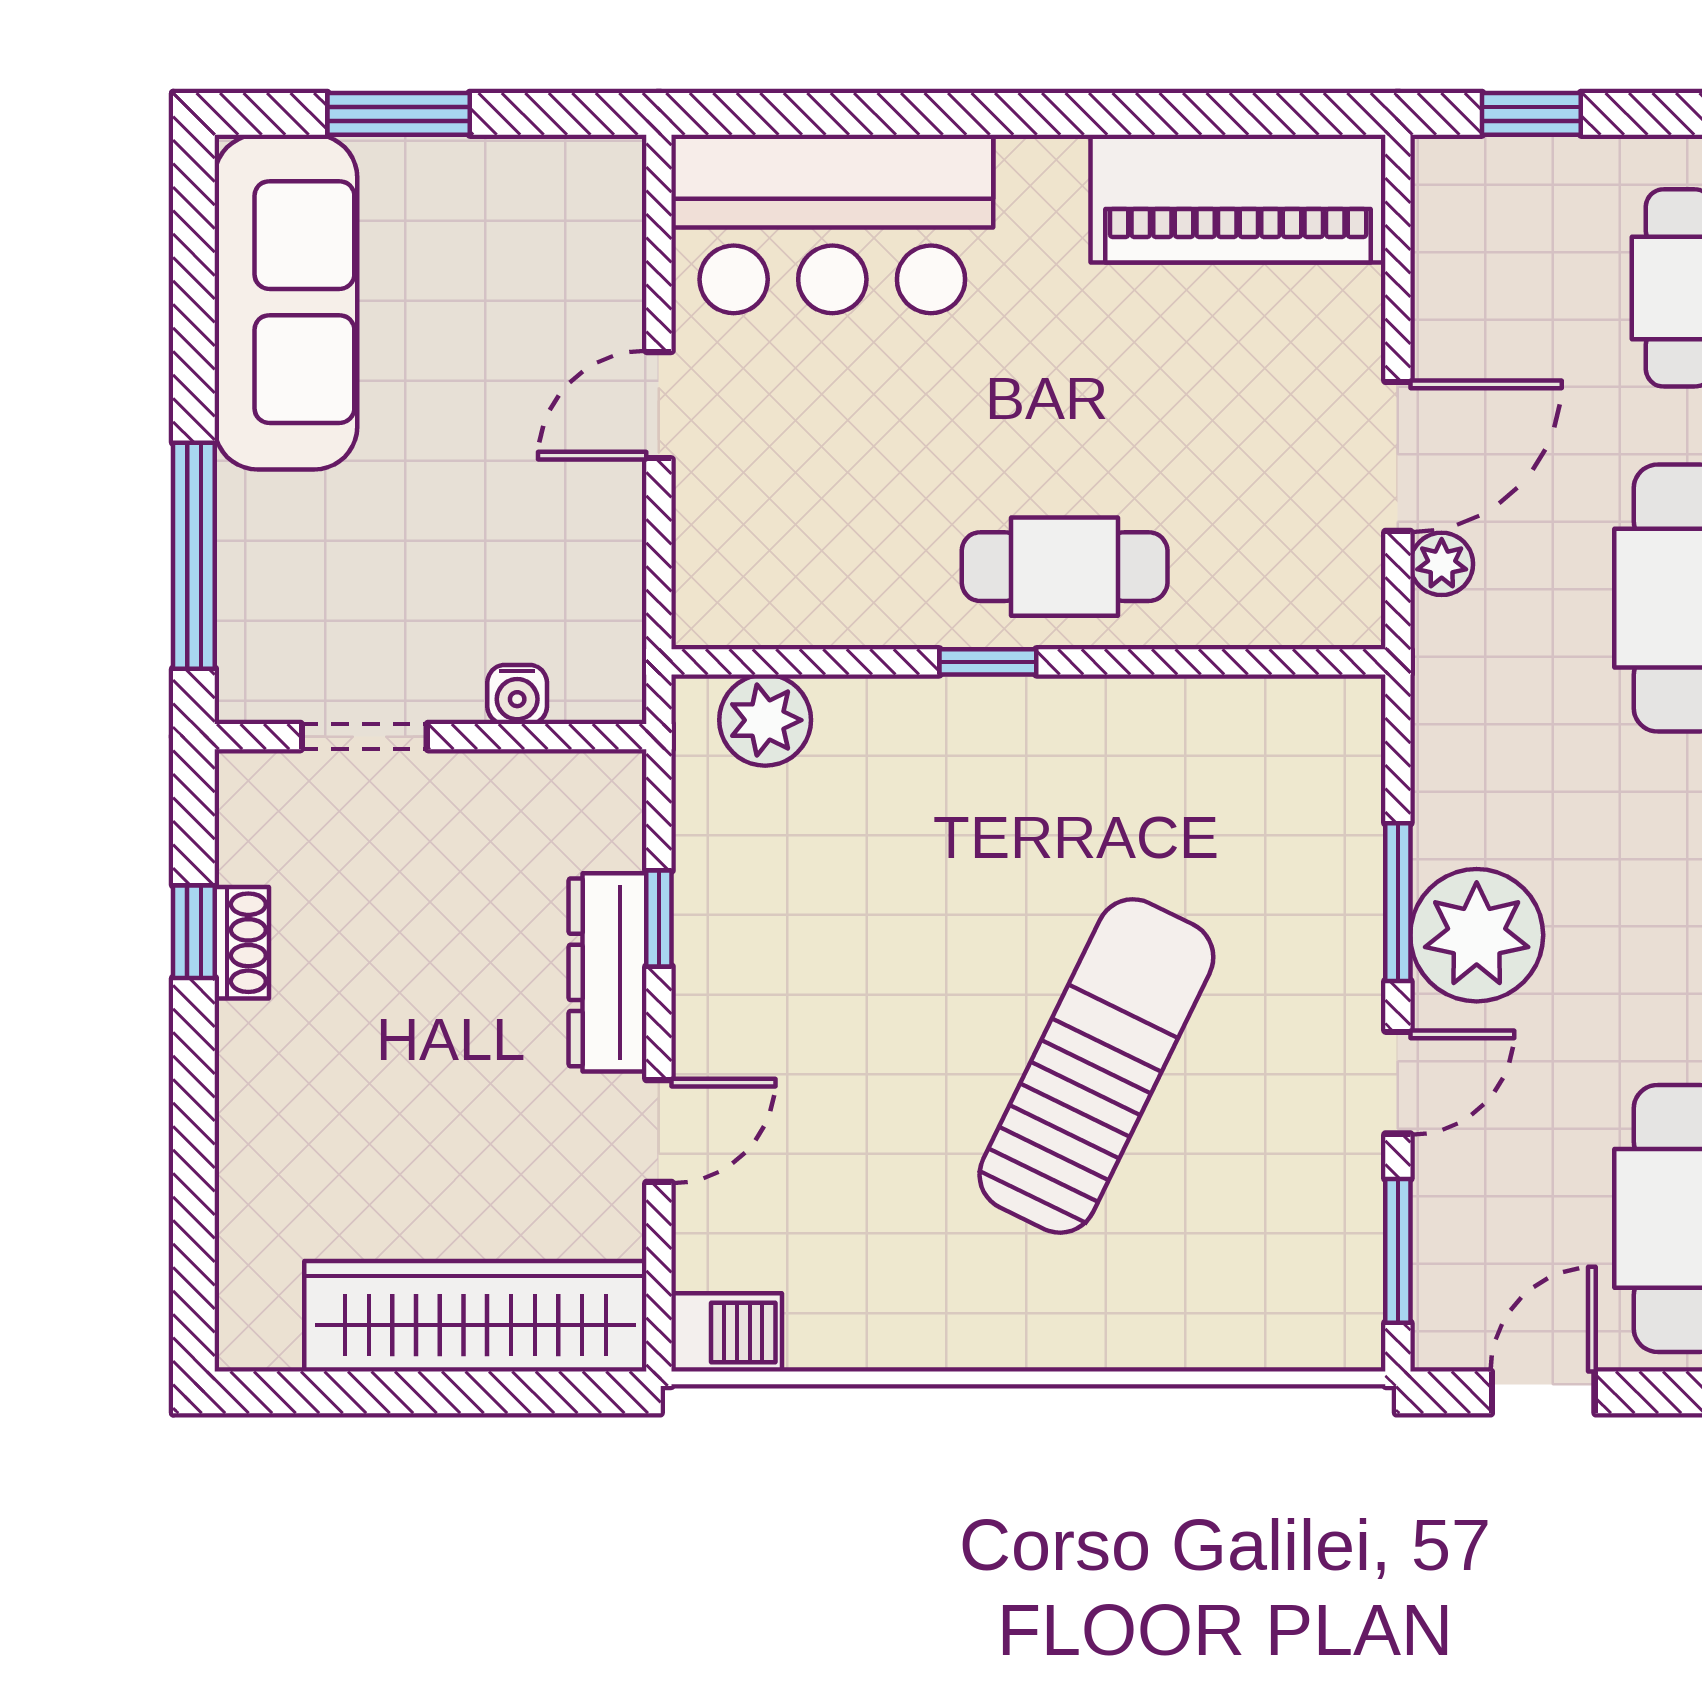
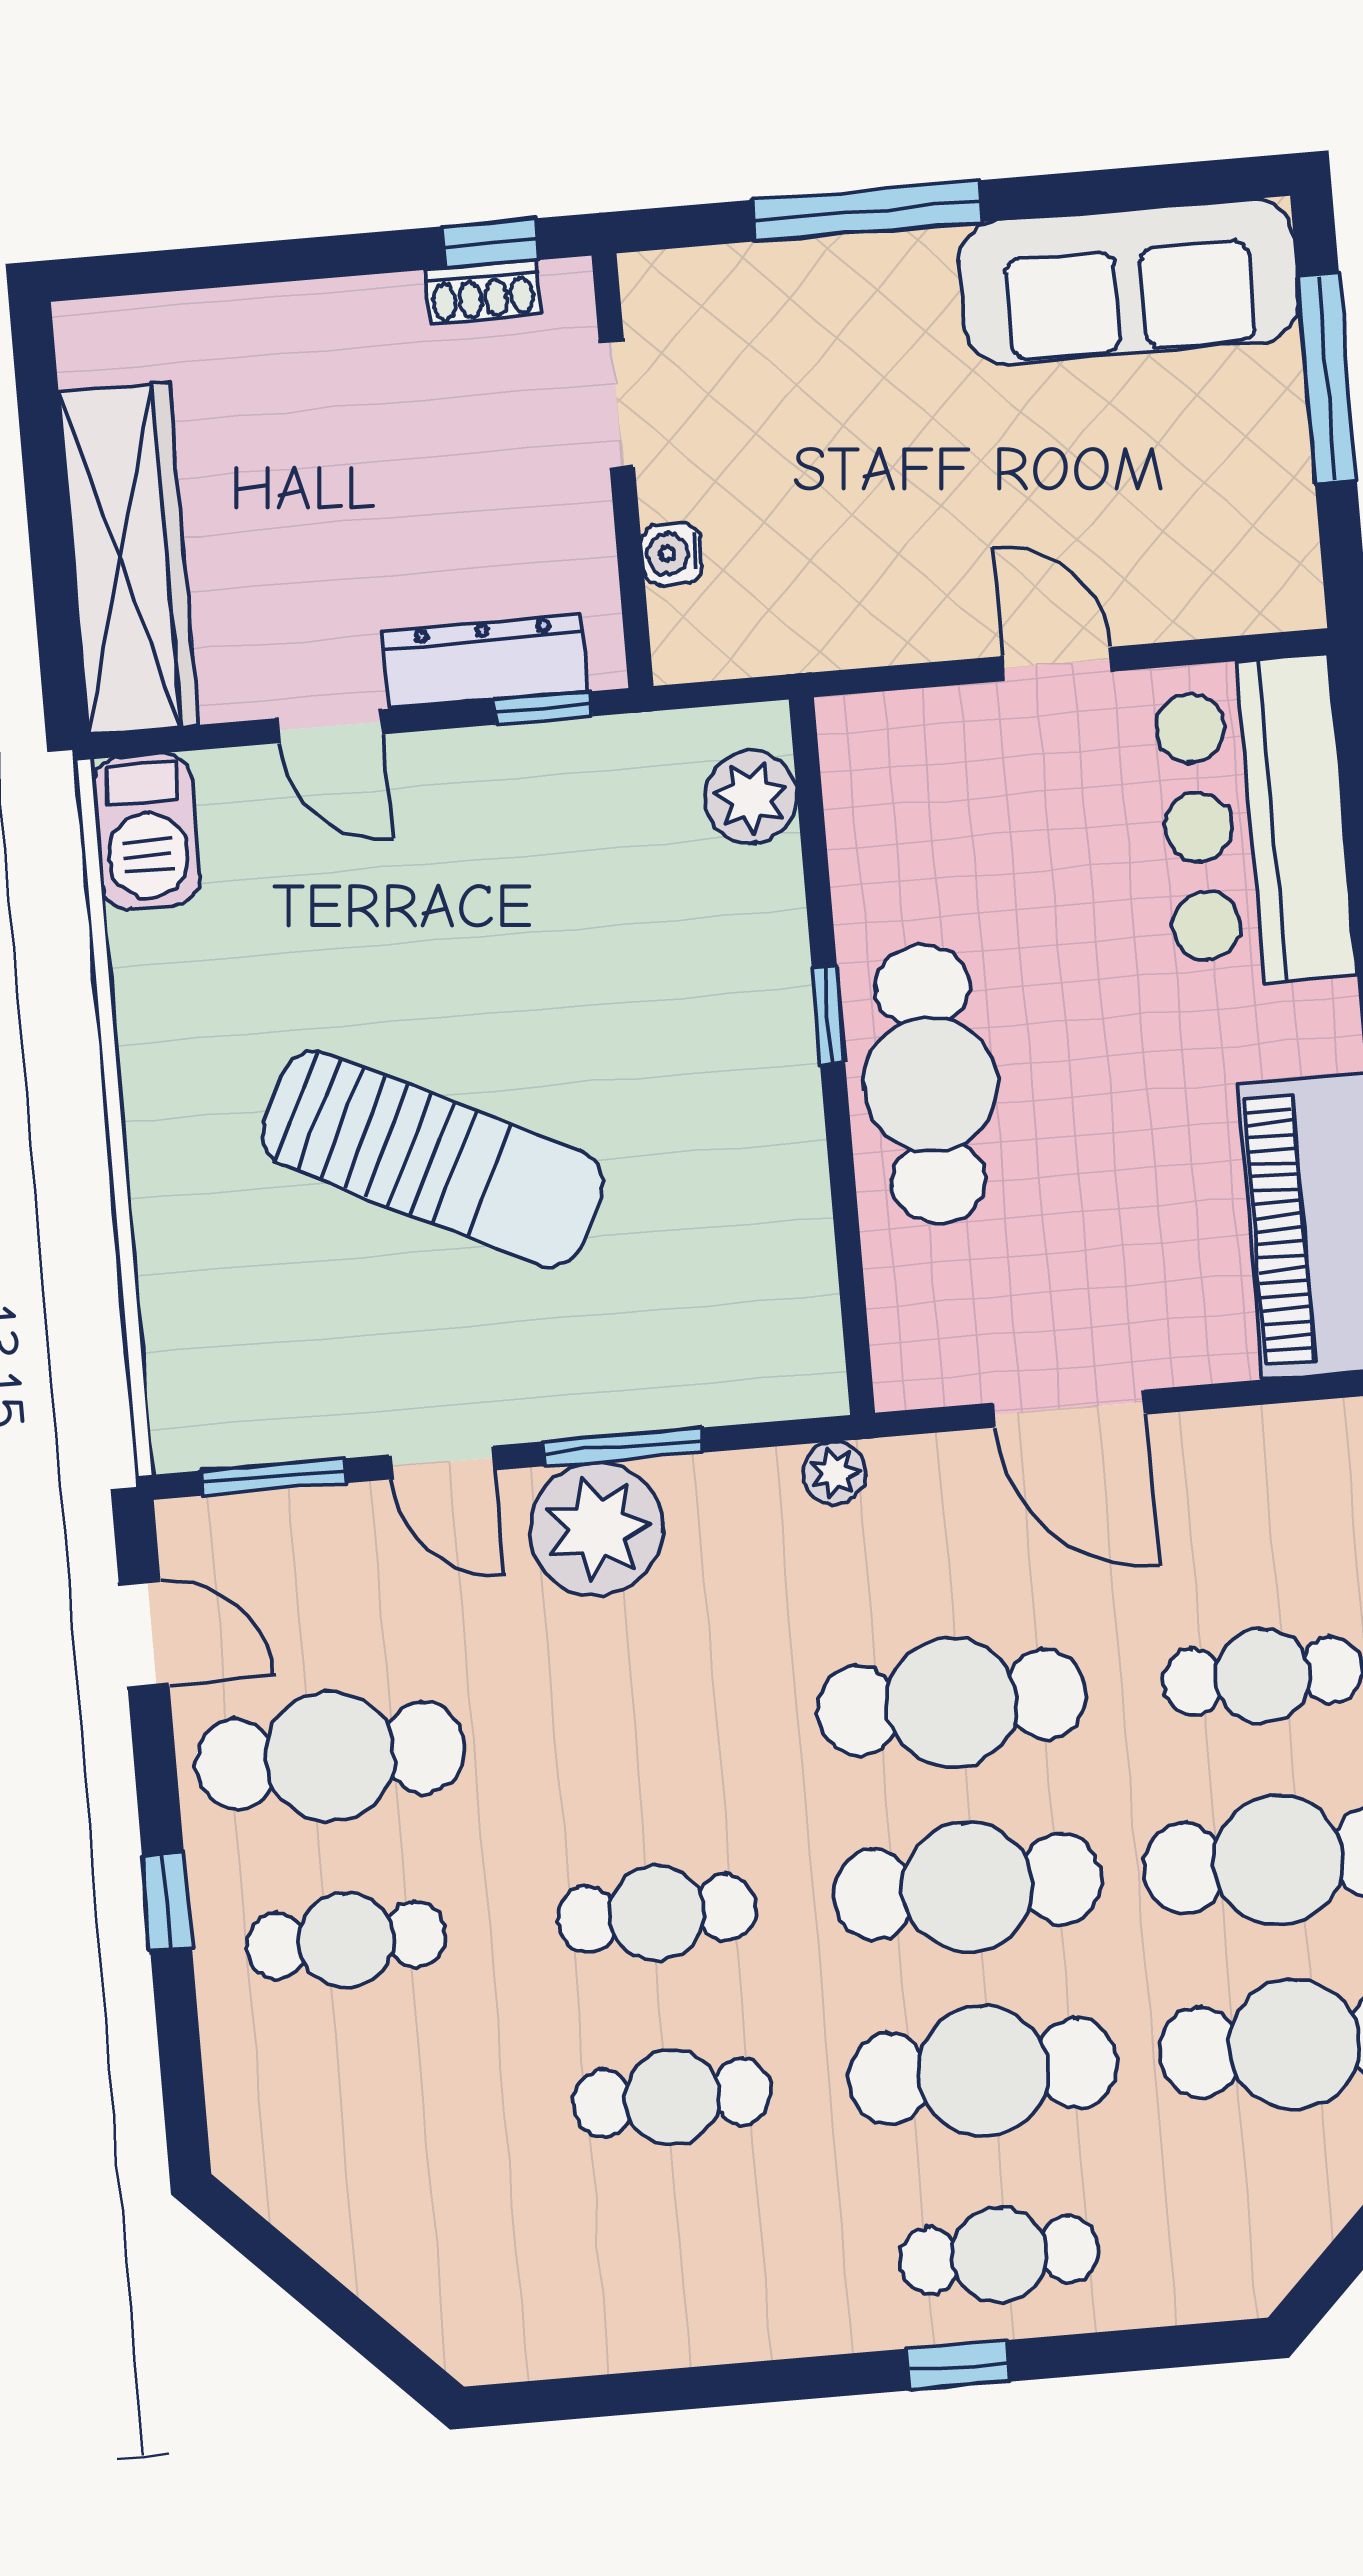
window: (399, 114) -> (1327, 378), width x1.44
plant: (1442, 564) -> (834, 1473), moved
cafe table: (1065, 567) -> (930, 1084), width x1.37, depth x1.35
water cooler: (517, 694) -> (672, 554), moved
doorway: (364, 737) -> (617, 404), moved
wall: (431, 737) -> (623, 471), moved
barbecue: (727, 1332) -> (146, 831), width x1.38, depth x1.27

